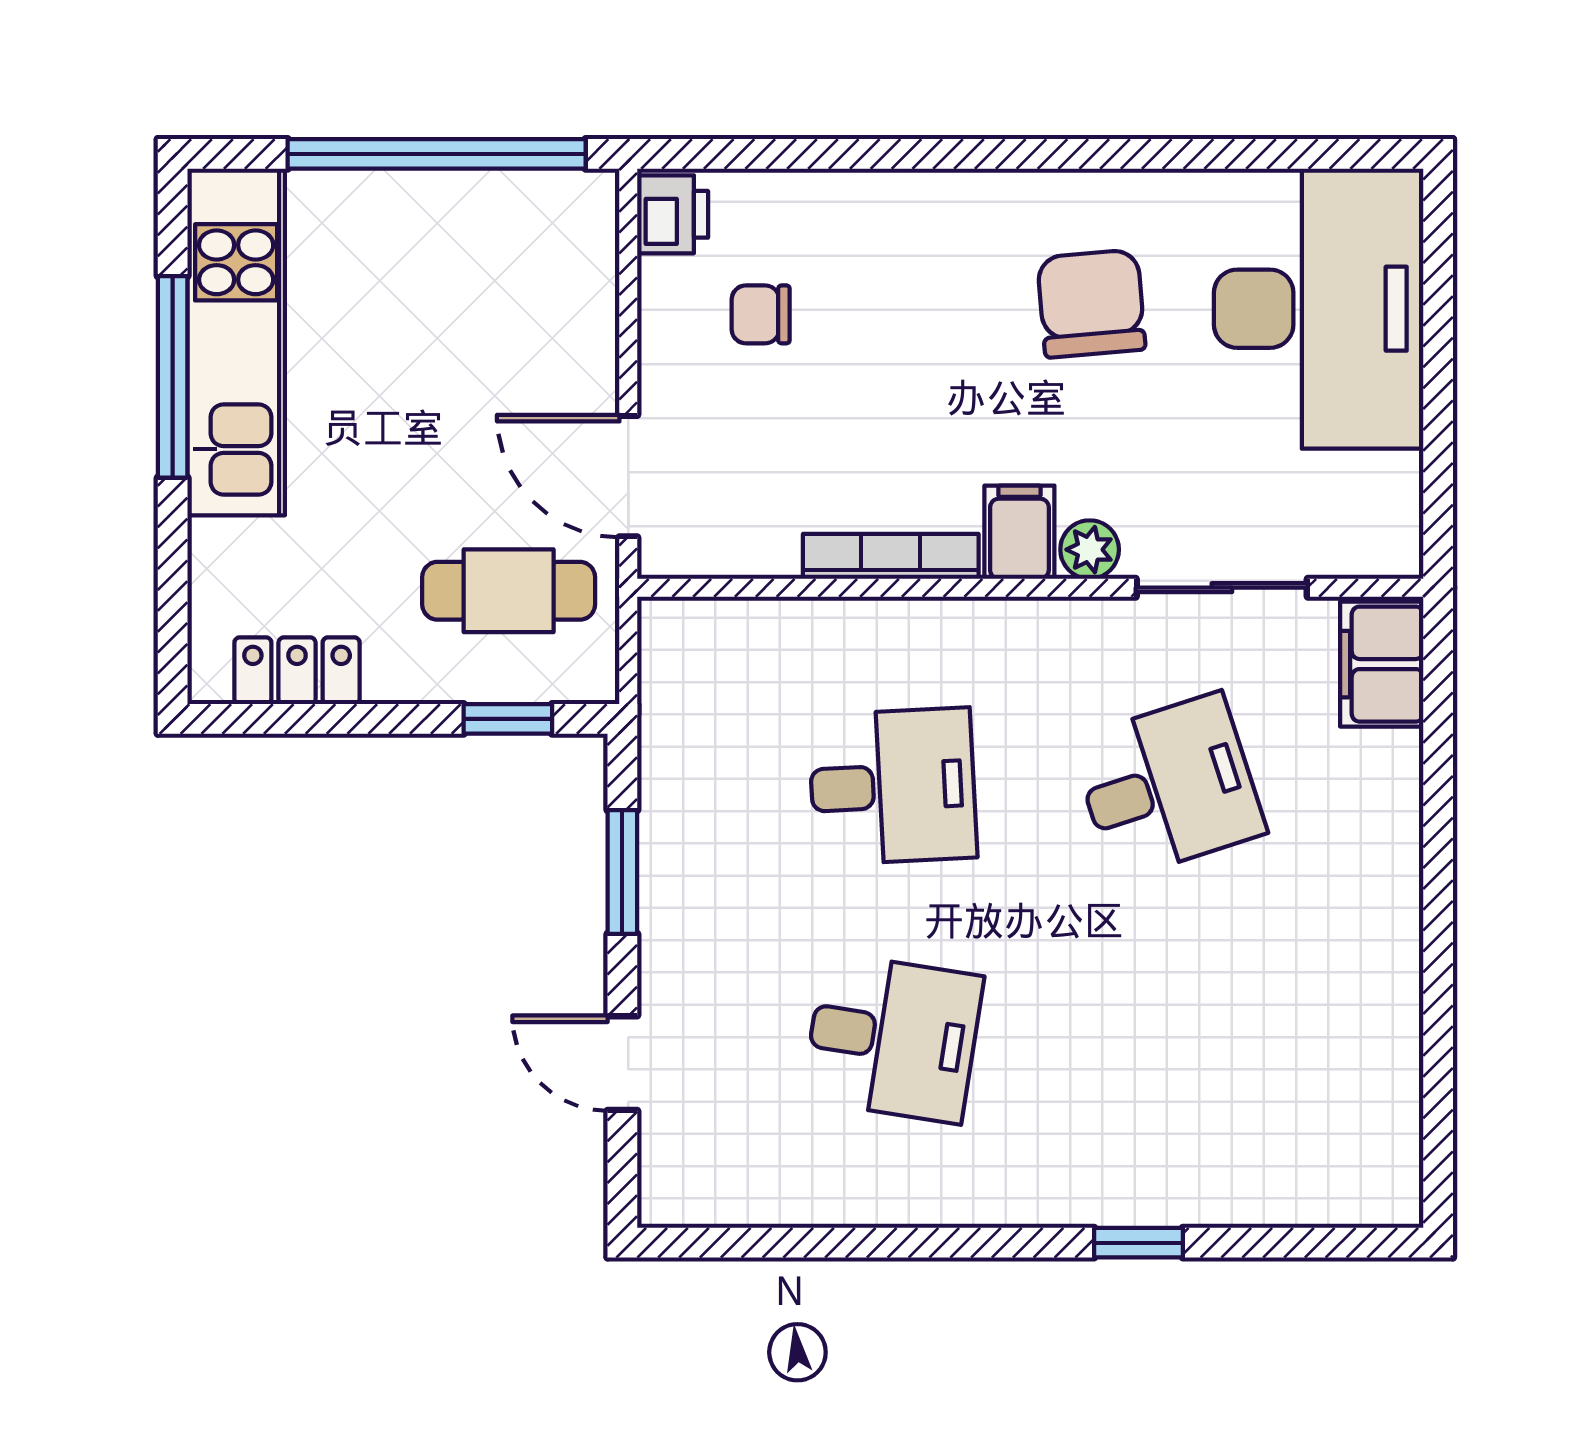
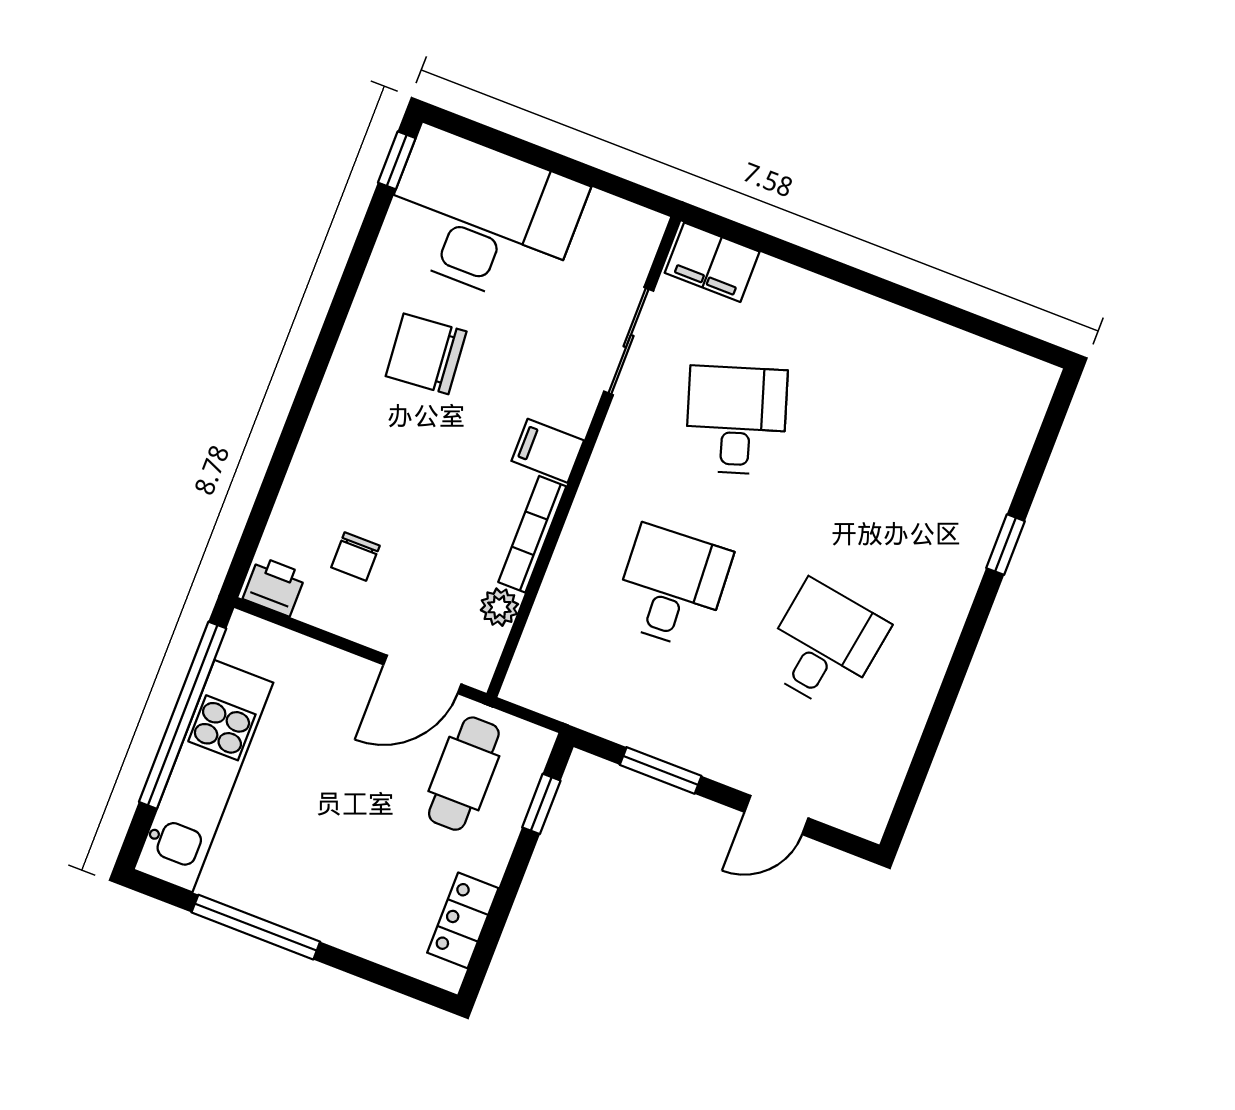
window: (1353, 154) -> (397, 160), added
kitchen unit: (236, 342) -> (203, 776), moved, turned 90
plant: (1090, 550) -> (499, 607), moved

